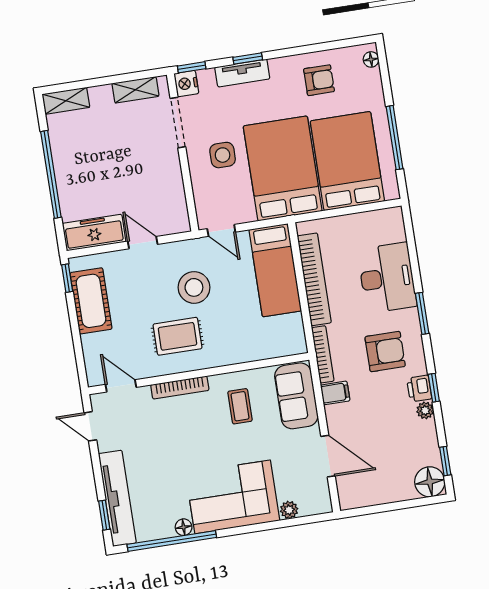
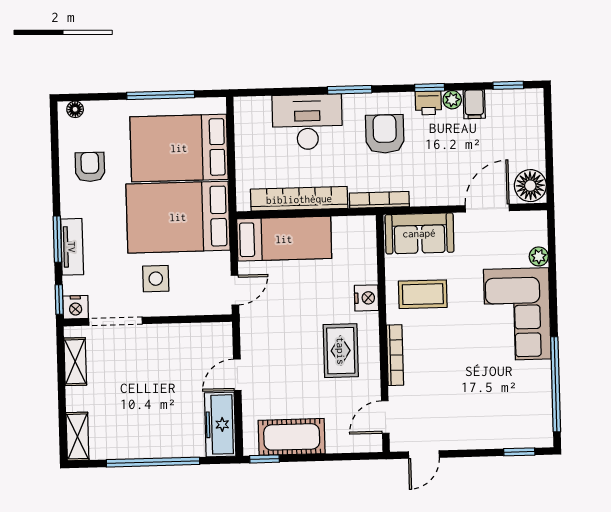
window: (248, 58) -> (57, 239), width x1.50
stool: (194, 287) -> (291, 327), removed
nightstand: (230, 354) -> (366, 298), added
filing cabinet: (335, 393) -> (474, 104), moved, turned 180
coffee table: (240, 406) -> (423, 294), width x1.36, depth x1.30
floor lamp: (430, 482) -> (530, 186), moved
tv unit: (117, 498) -> (503, 436), removed
floor lamp: (184, 527) -> (543, 370), removed

